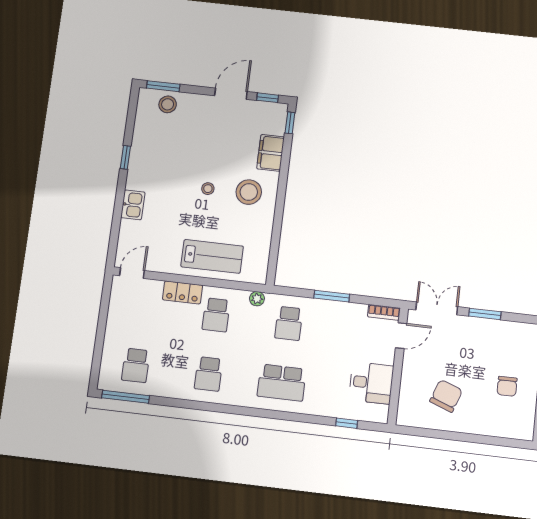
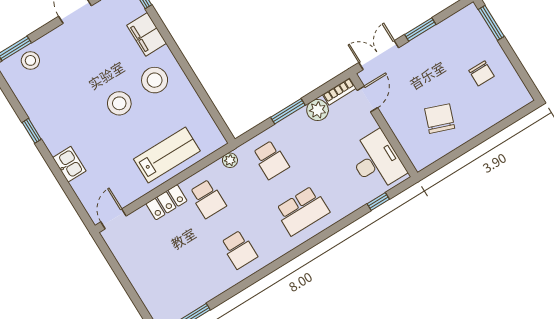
stool: (208, 189) -> (119, 103), width x1.89, depth x1.89
plant: (356, 313) -> (318, 110), added
school desk: (136, 365) -> (176, 289), removed
desk: (371, 383) -> (377, 161), width x1.37

